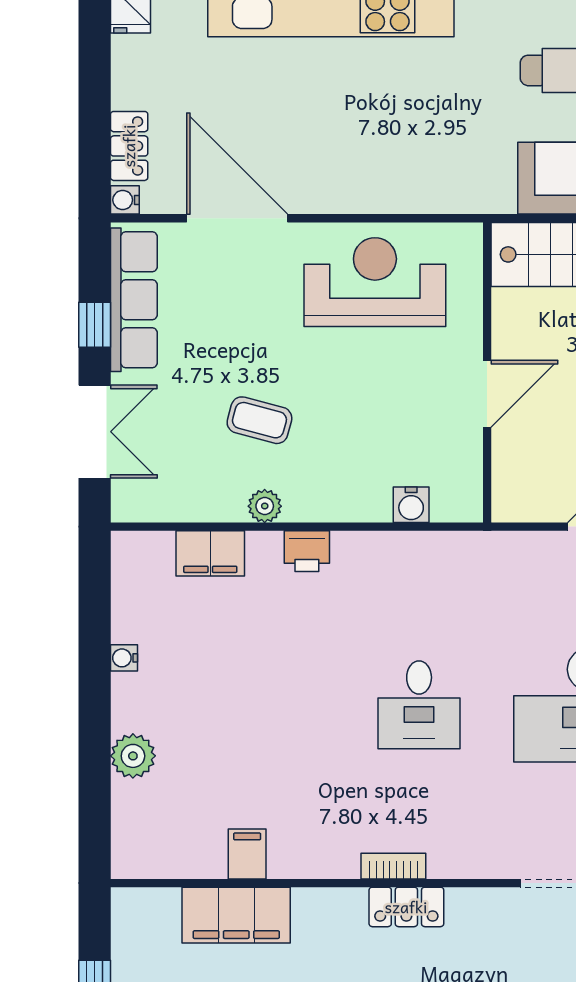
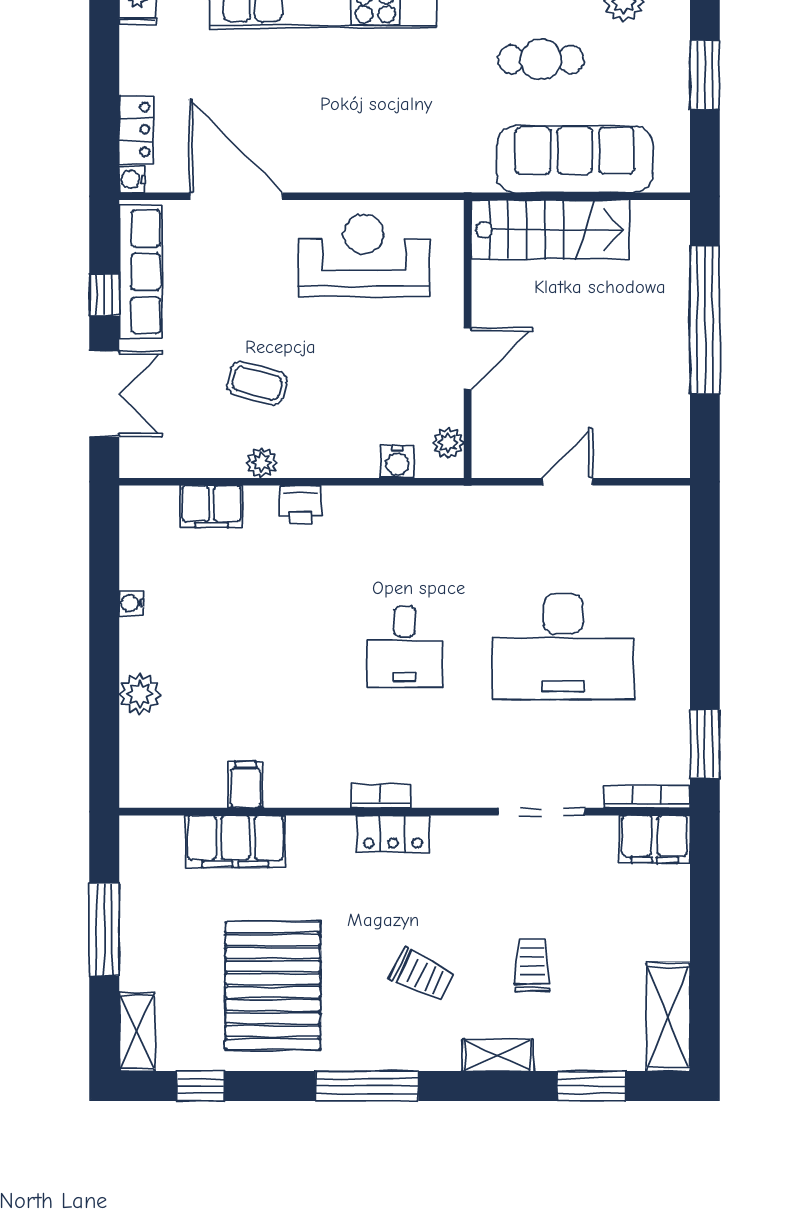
plant: (466, 484) -> (448, 443), added

